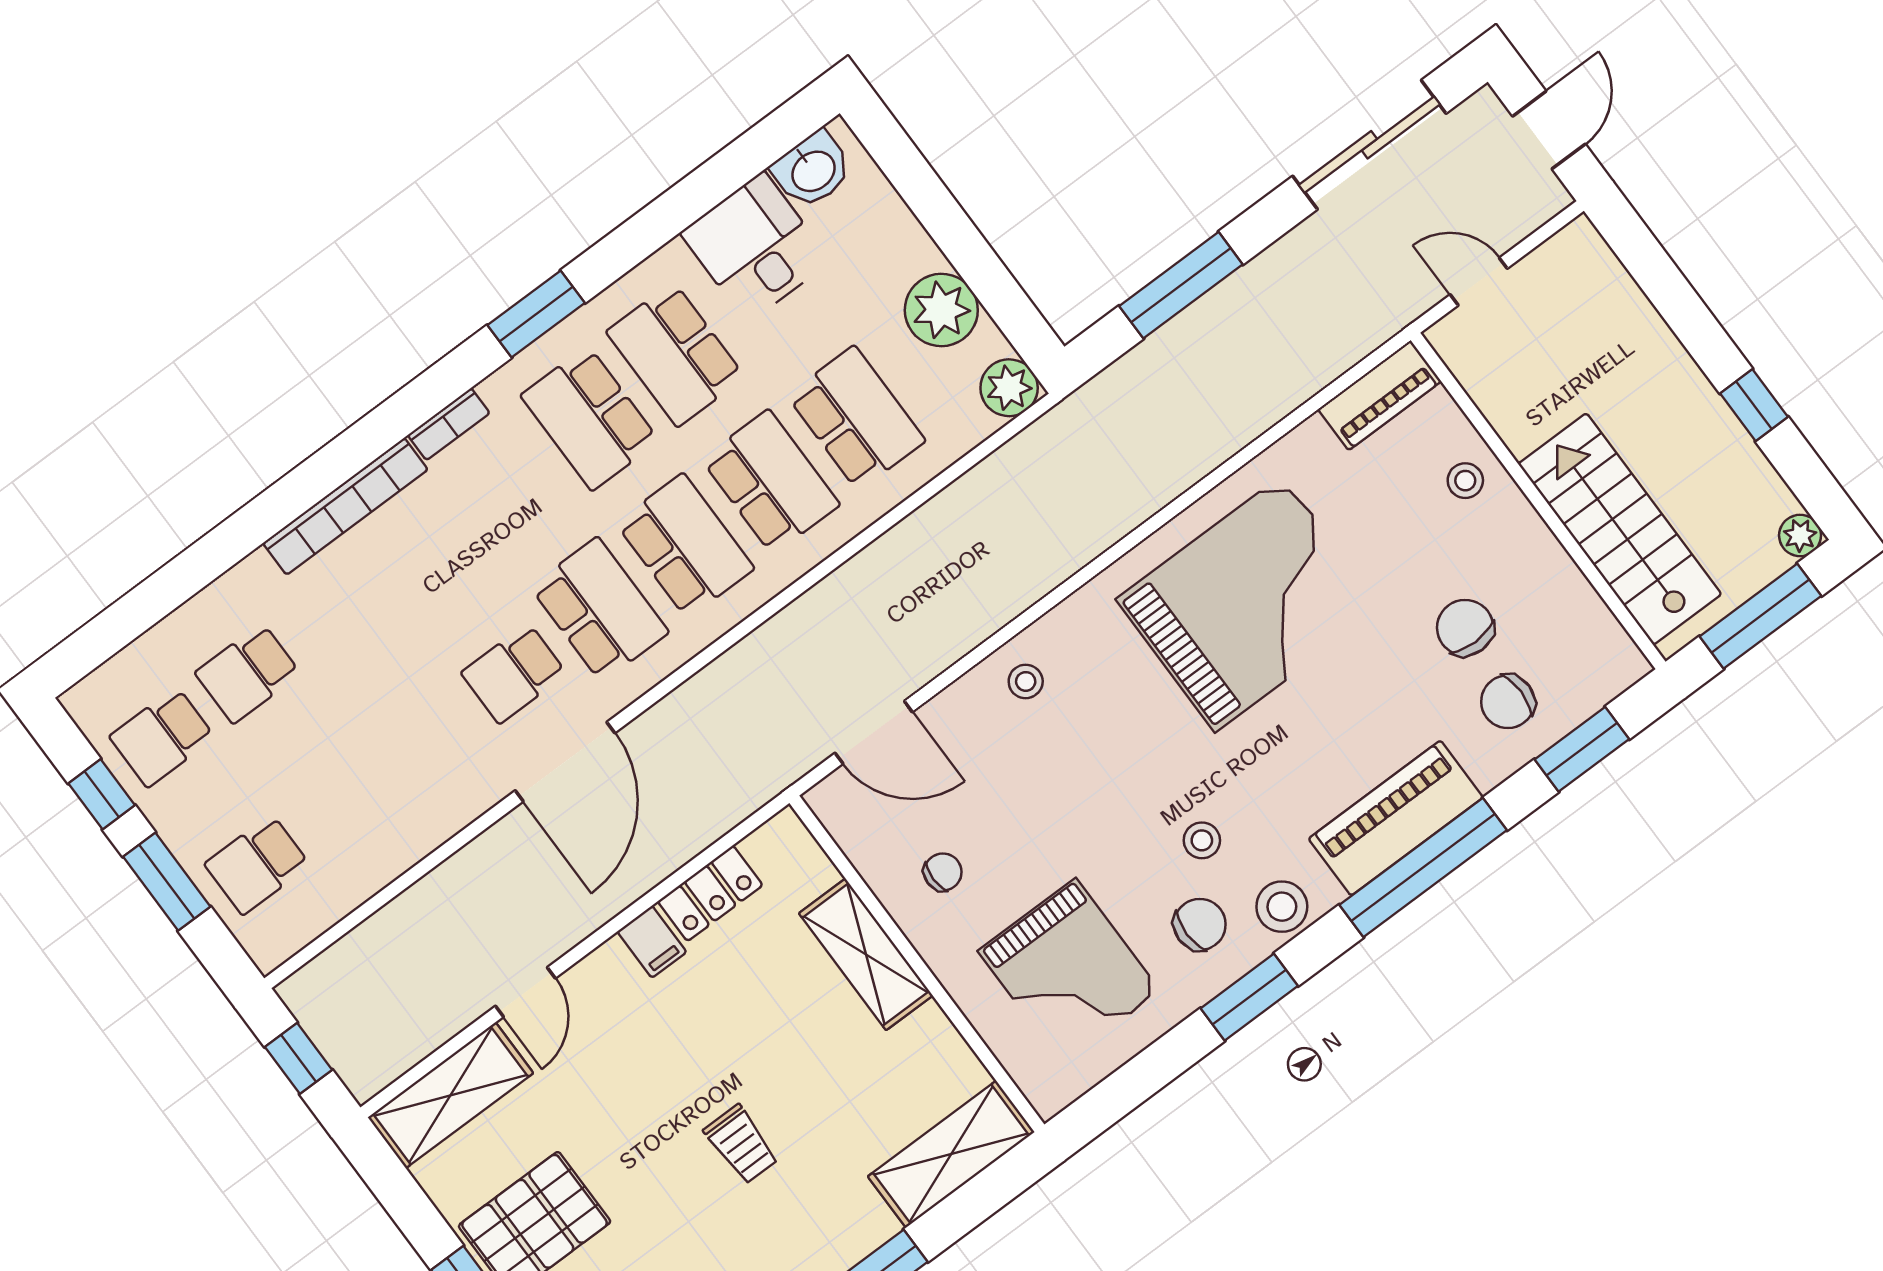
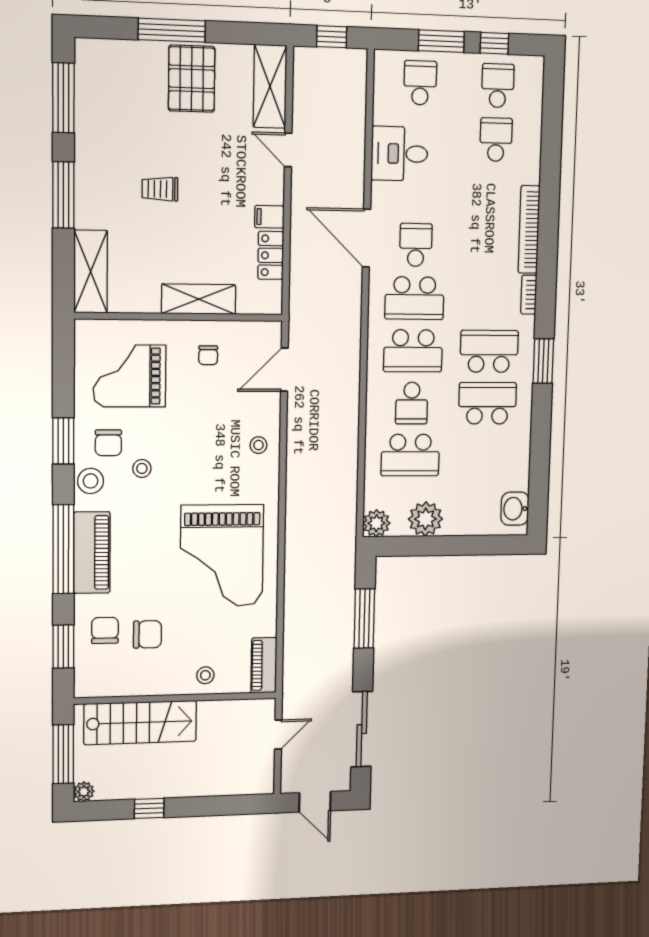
desk: (755, 247) -> (399, 154), moved, turned 180
school desk: (771, 482) -> (412, 403), width x0.54

